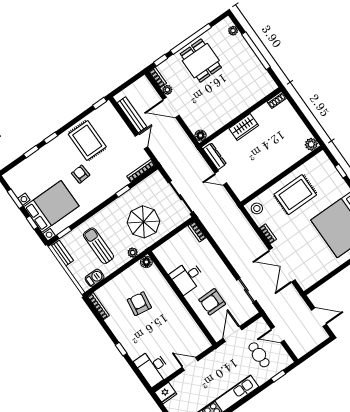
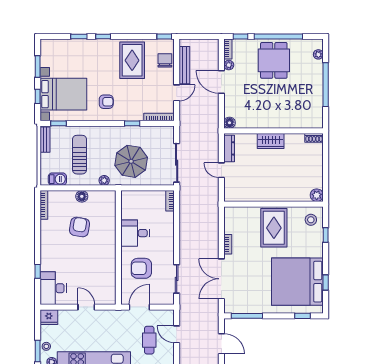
chair: (114, 122) -> (165, 60), added
armchair: (81, 174) -> (106, 102), moved, turned 94
rug: (295, 195) -> (274, 228), turned 90
stool: (257, 208) -> (311, 220), moved
floor lamp: (146, 262) -> (82, 196), moved
window: (323, 280) -> (247, 316), added
window: (121, 349) -> (38, 271), moved

